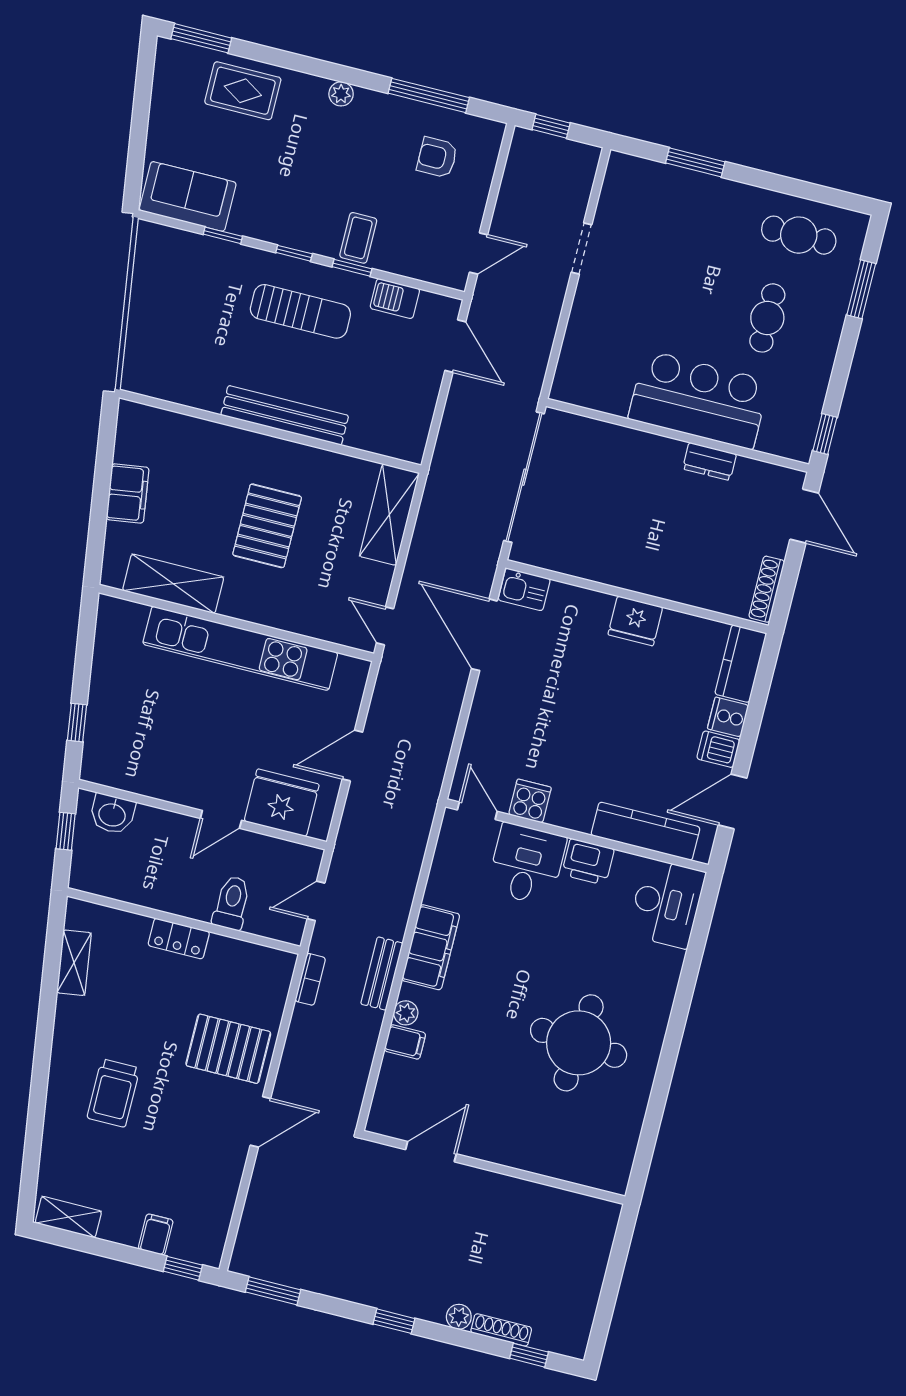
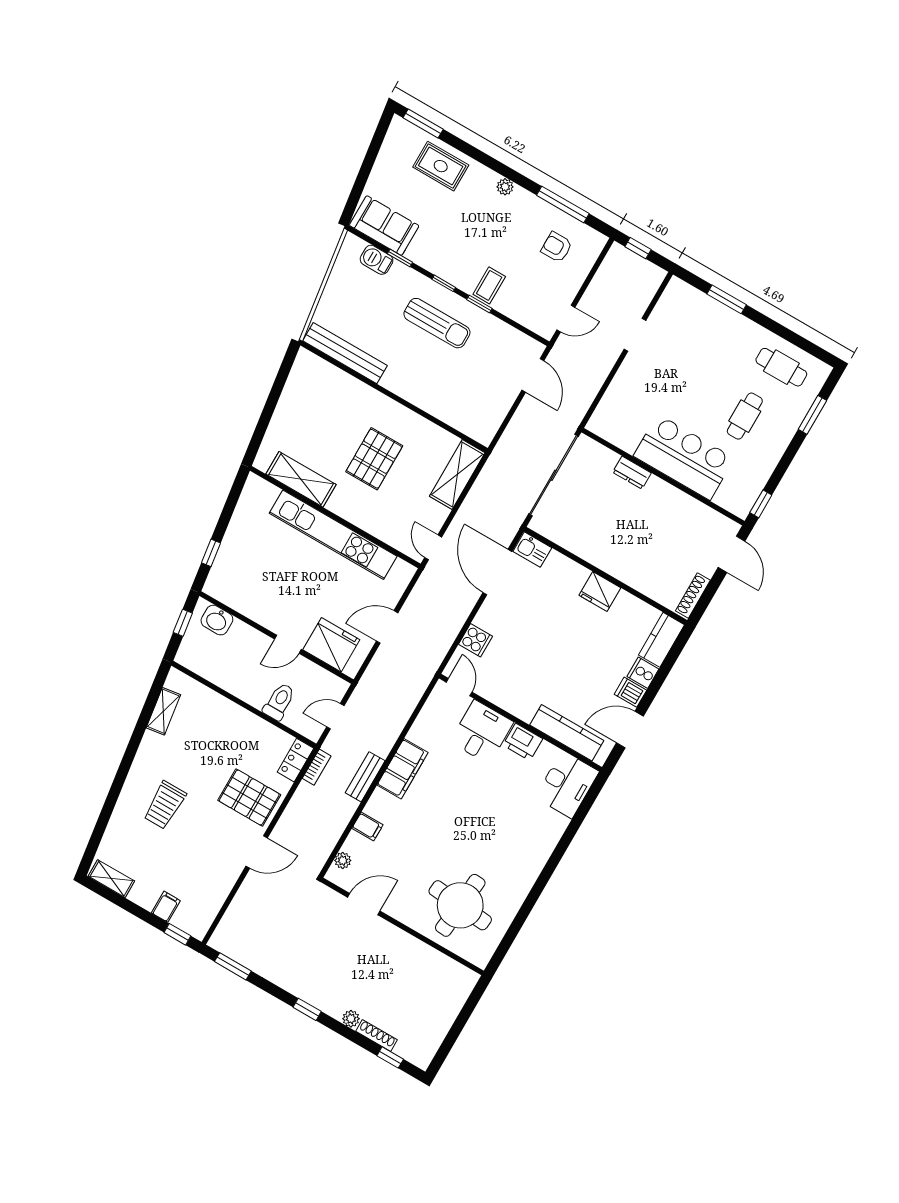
barbecue: (395, 299) -> (377, 260), moved
bench: (285, 415) -> (345, 353), moved
dresser: (710, 461) -> (632, 473), moved
filing cabinet: (128, 493) -> (288, 411), removed
cooker: (530, 801) -> (476, 640), moved, turned 90
locker: (179, 939) -> (295, 760), moved, turned 90
plant: (406, 1013) -> (343, 860), moved
round table: (579, 1043) -> (460, 905), moved

